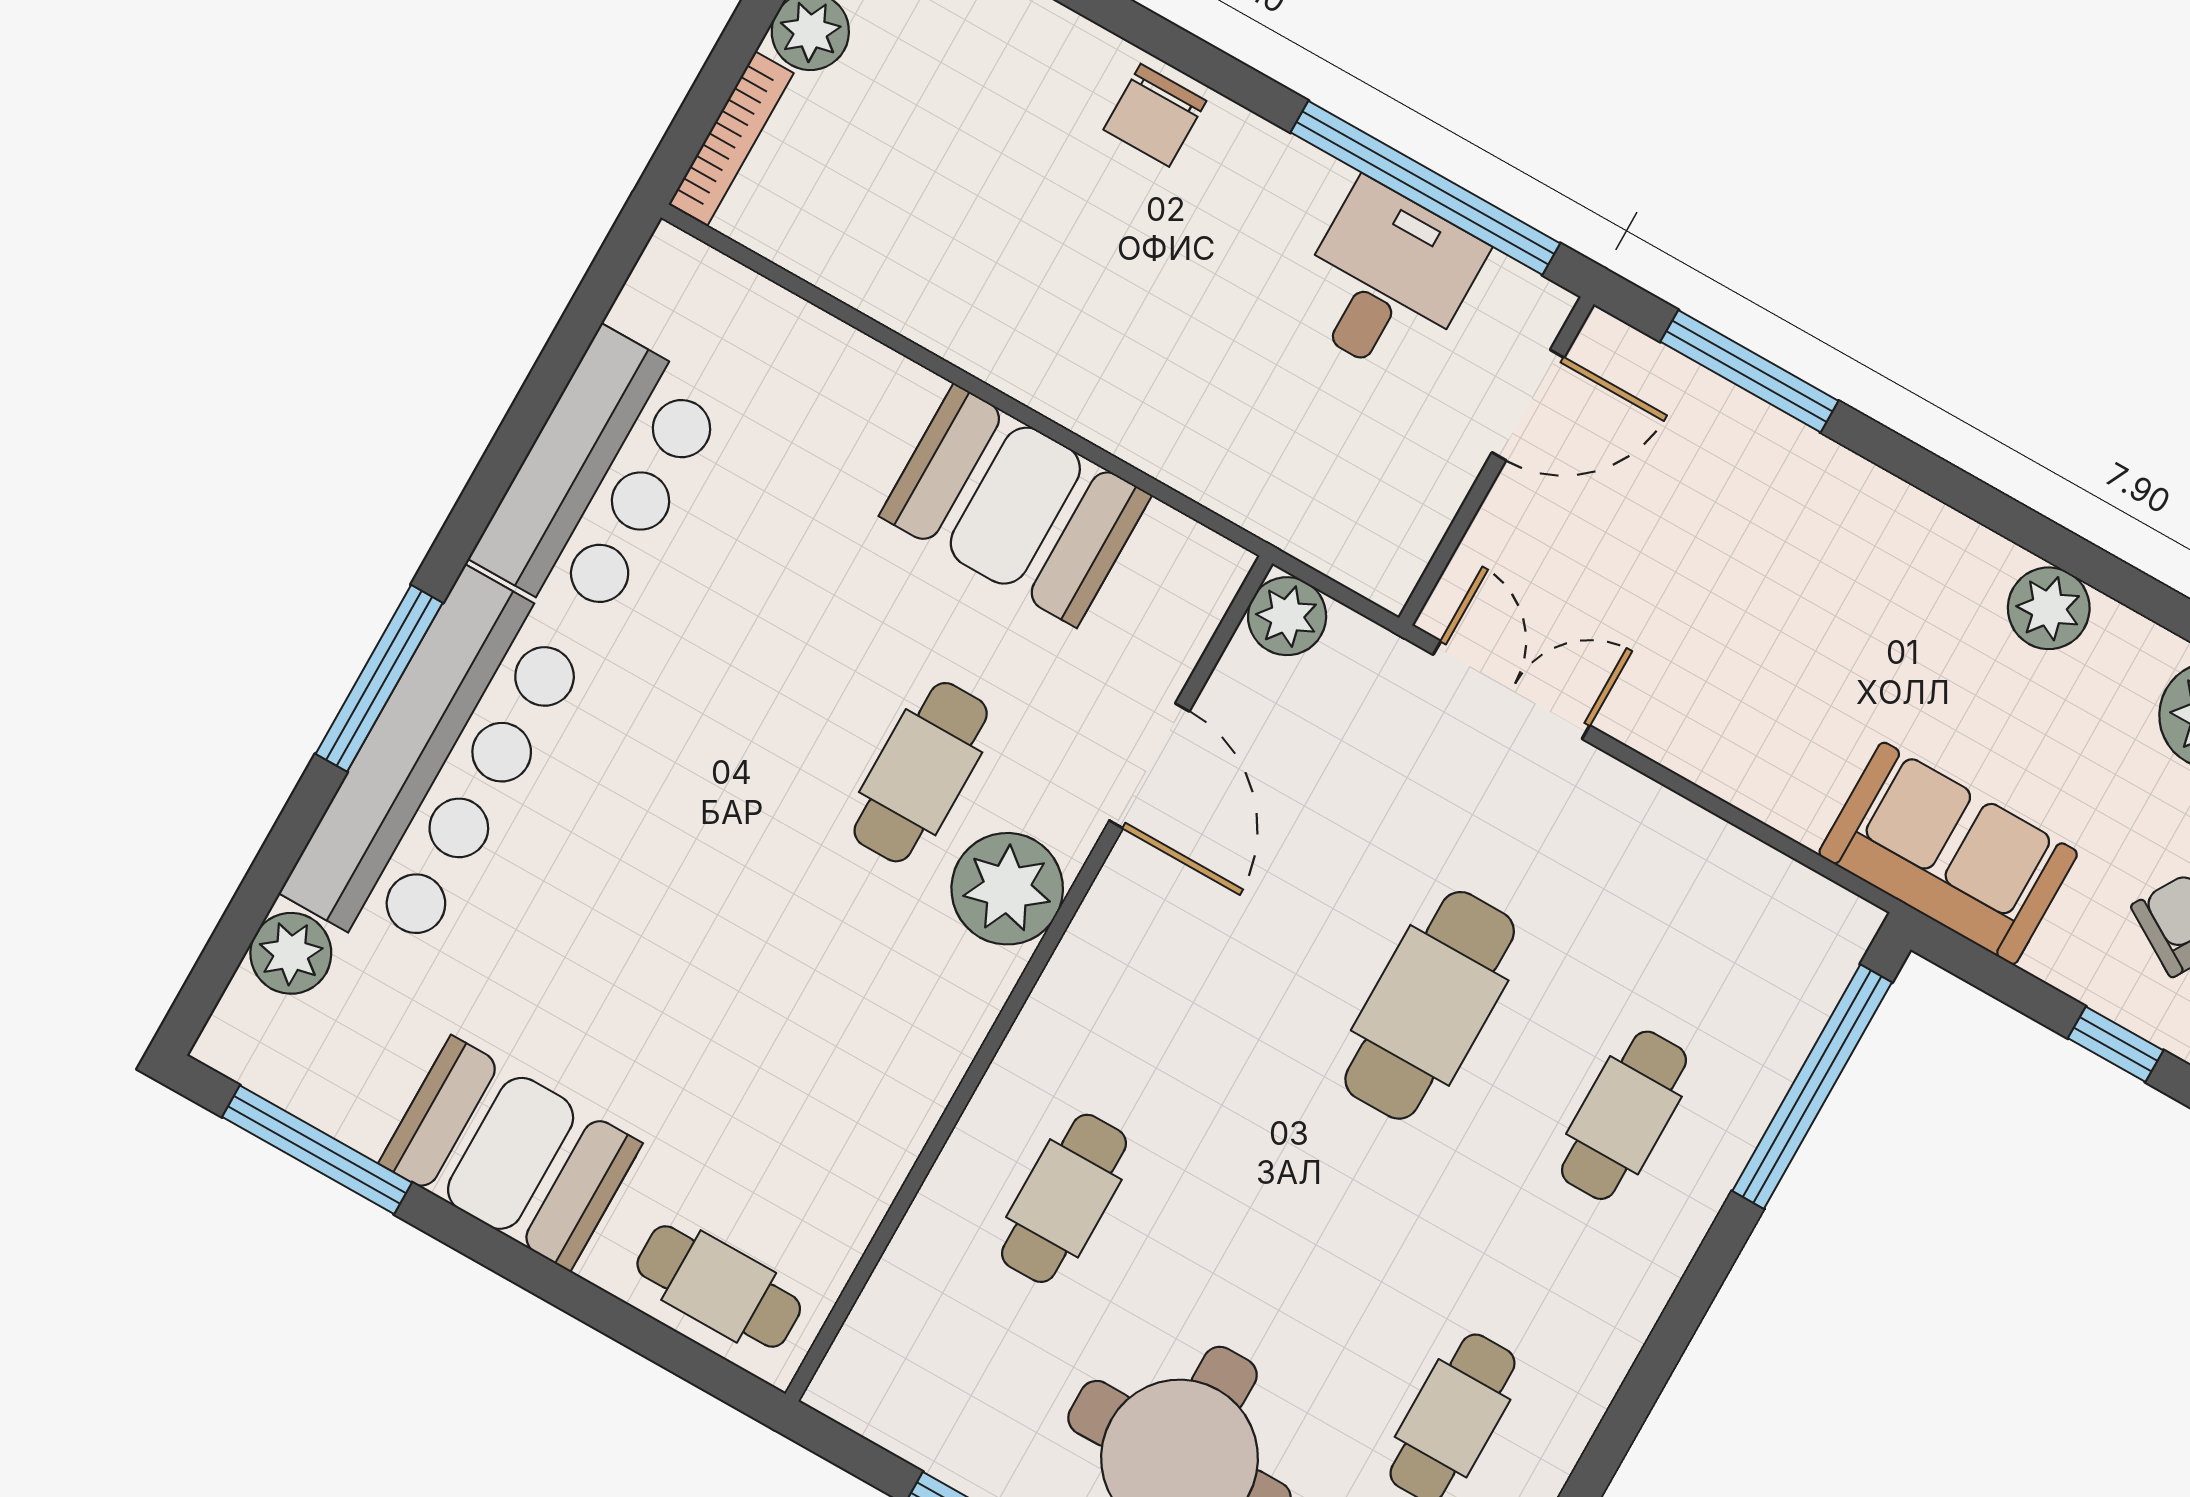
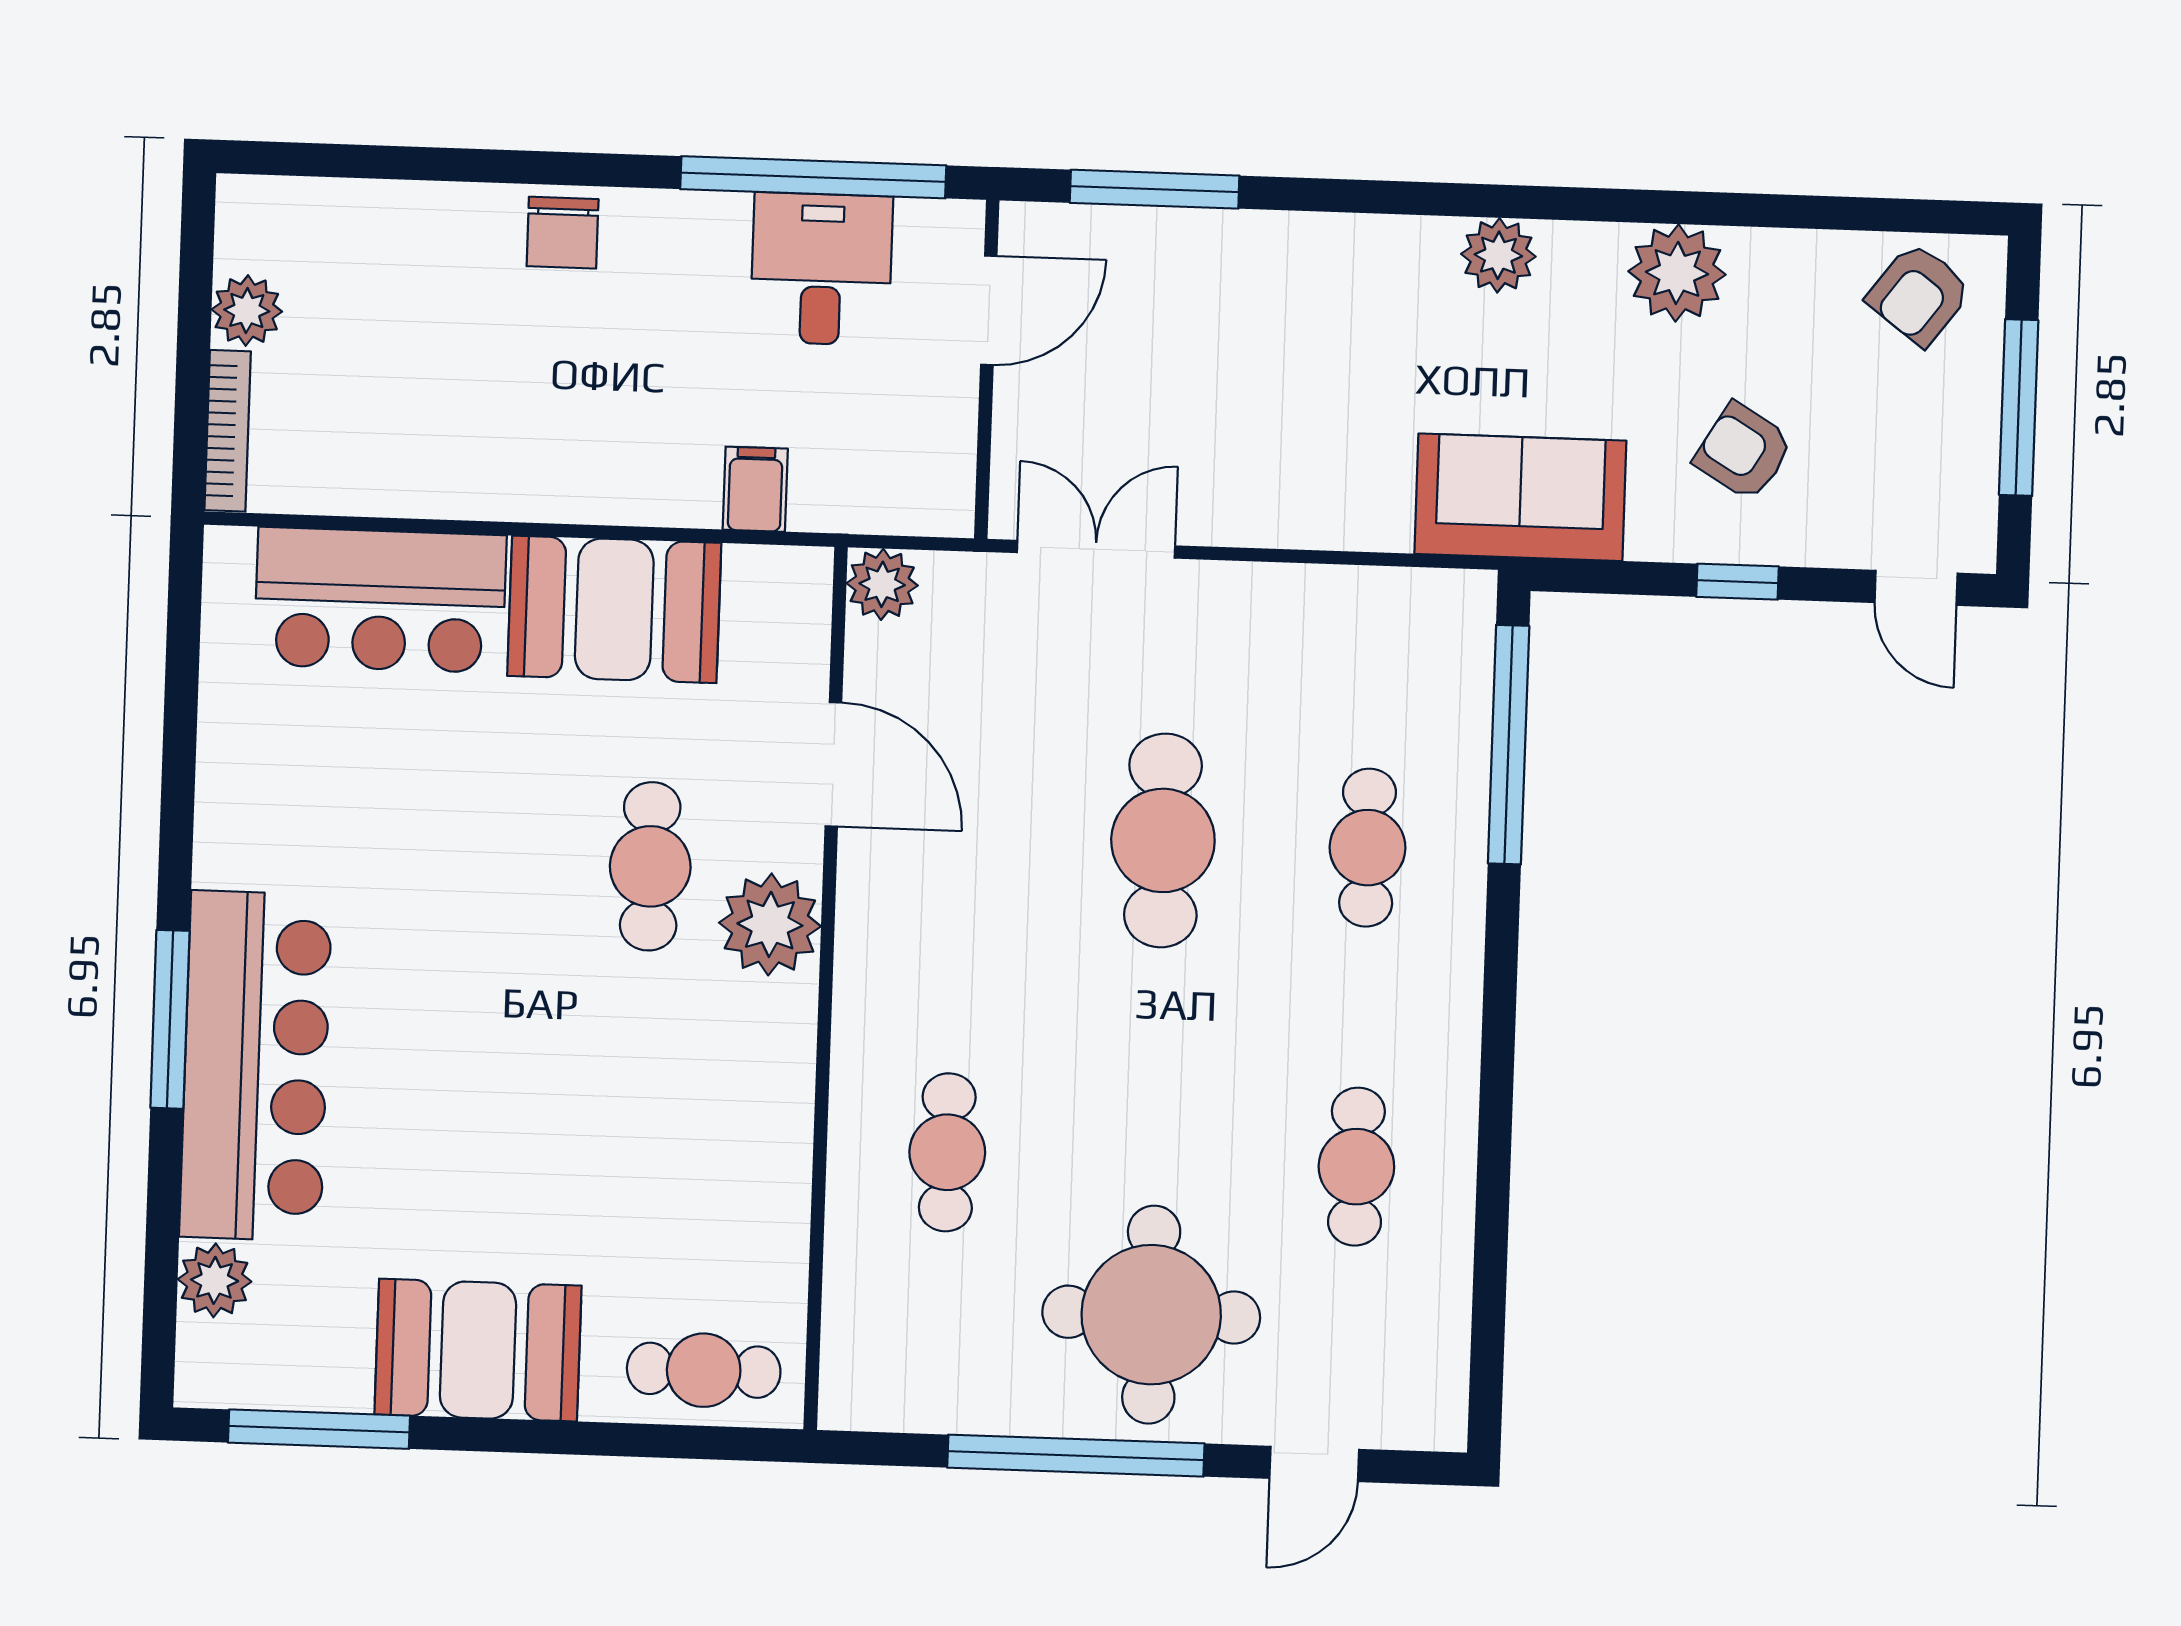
filing cabinet: (1212, 460) -> (755, 489), added
bar counter: (600, 478) -> (380, 600), moved, turned 90

